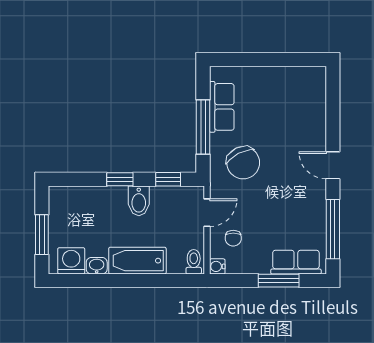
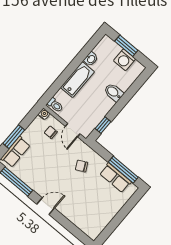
window: (203, 127) -> (123, 170), moved
chair: (243, 163) -> (82, 166), width x0.54, depth x0.54
window: (120, 179) -> (122, 103), removed
bidet: (139, 201) -> (114, 92), moved
washing machine: (71, 261) -> (124, 60), moved, turned 90

